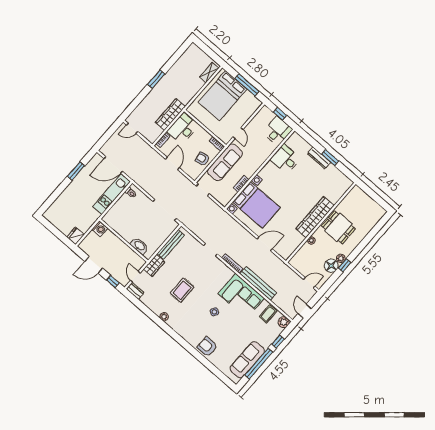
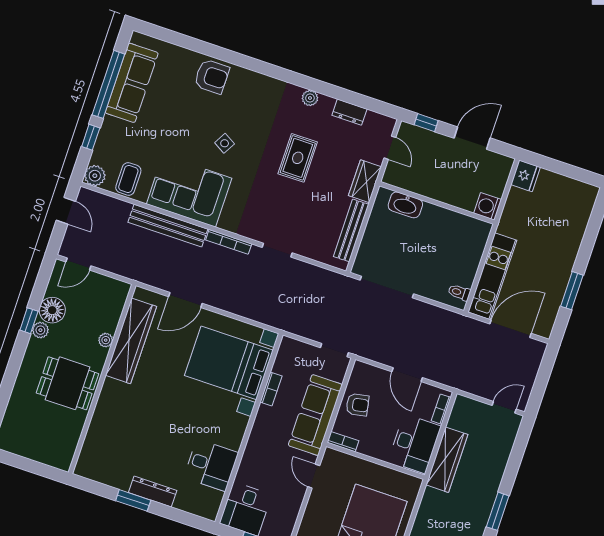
wardrobe: (315, 217) -> (131, 341), moved
dresser: (135, 291) -> (349, 112), moved

